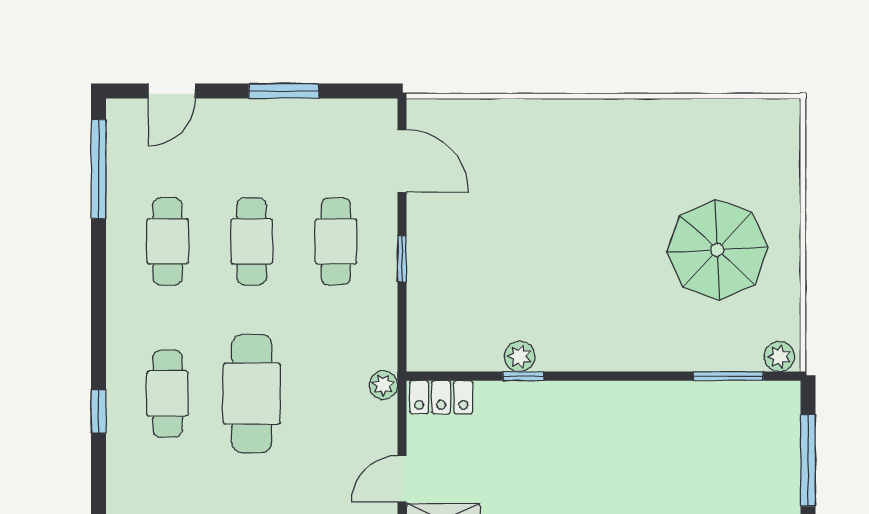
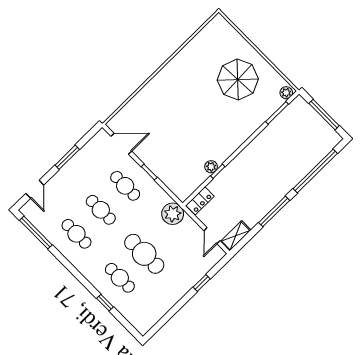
plant: (383, 385) -> (173, 214), width x1.88, depth x1.88

